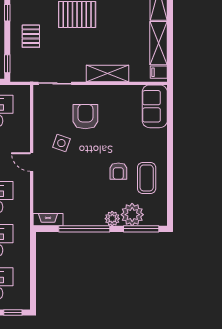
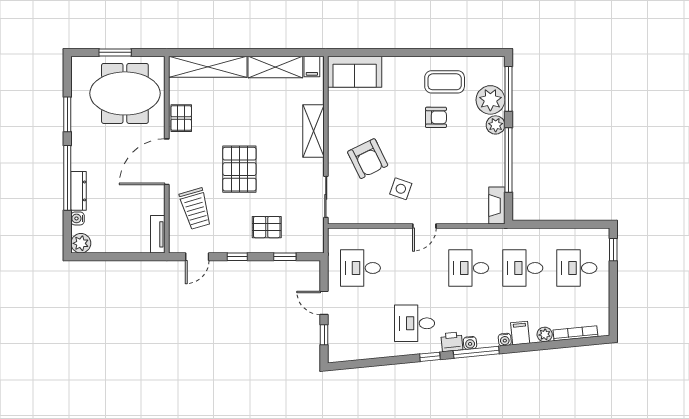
window: (7, 64) -> (285, 257), moved
armchair: (85, 117) -> (368, 159), turned -116

